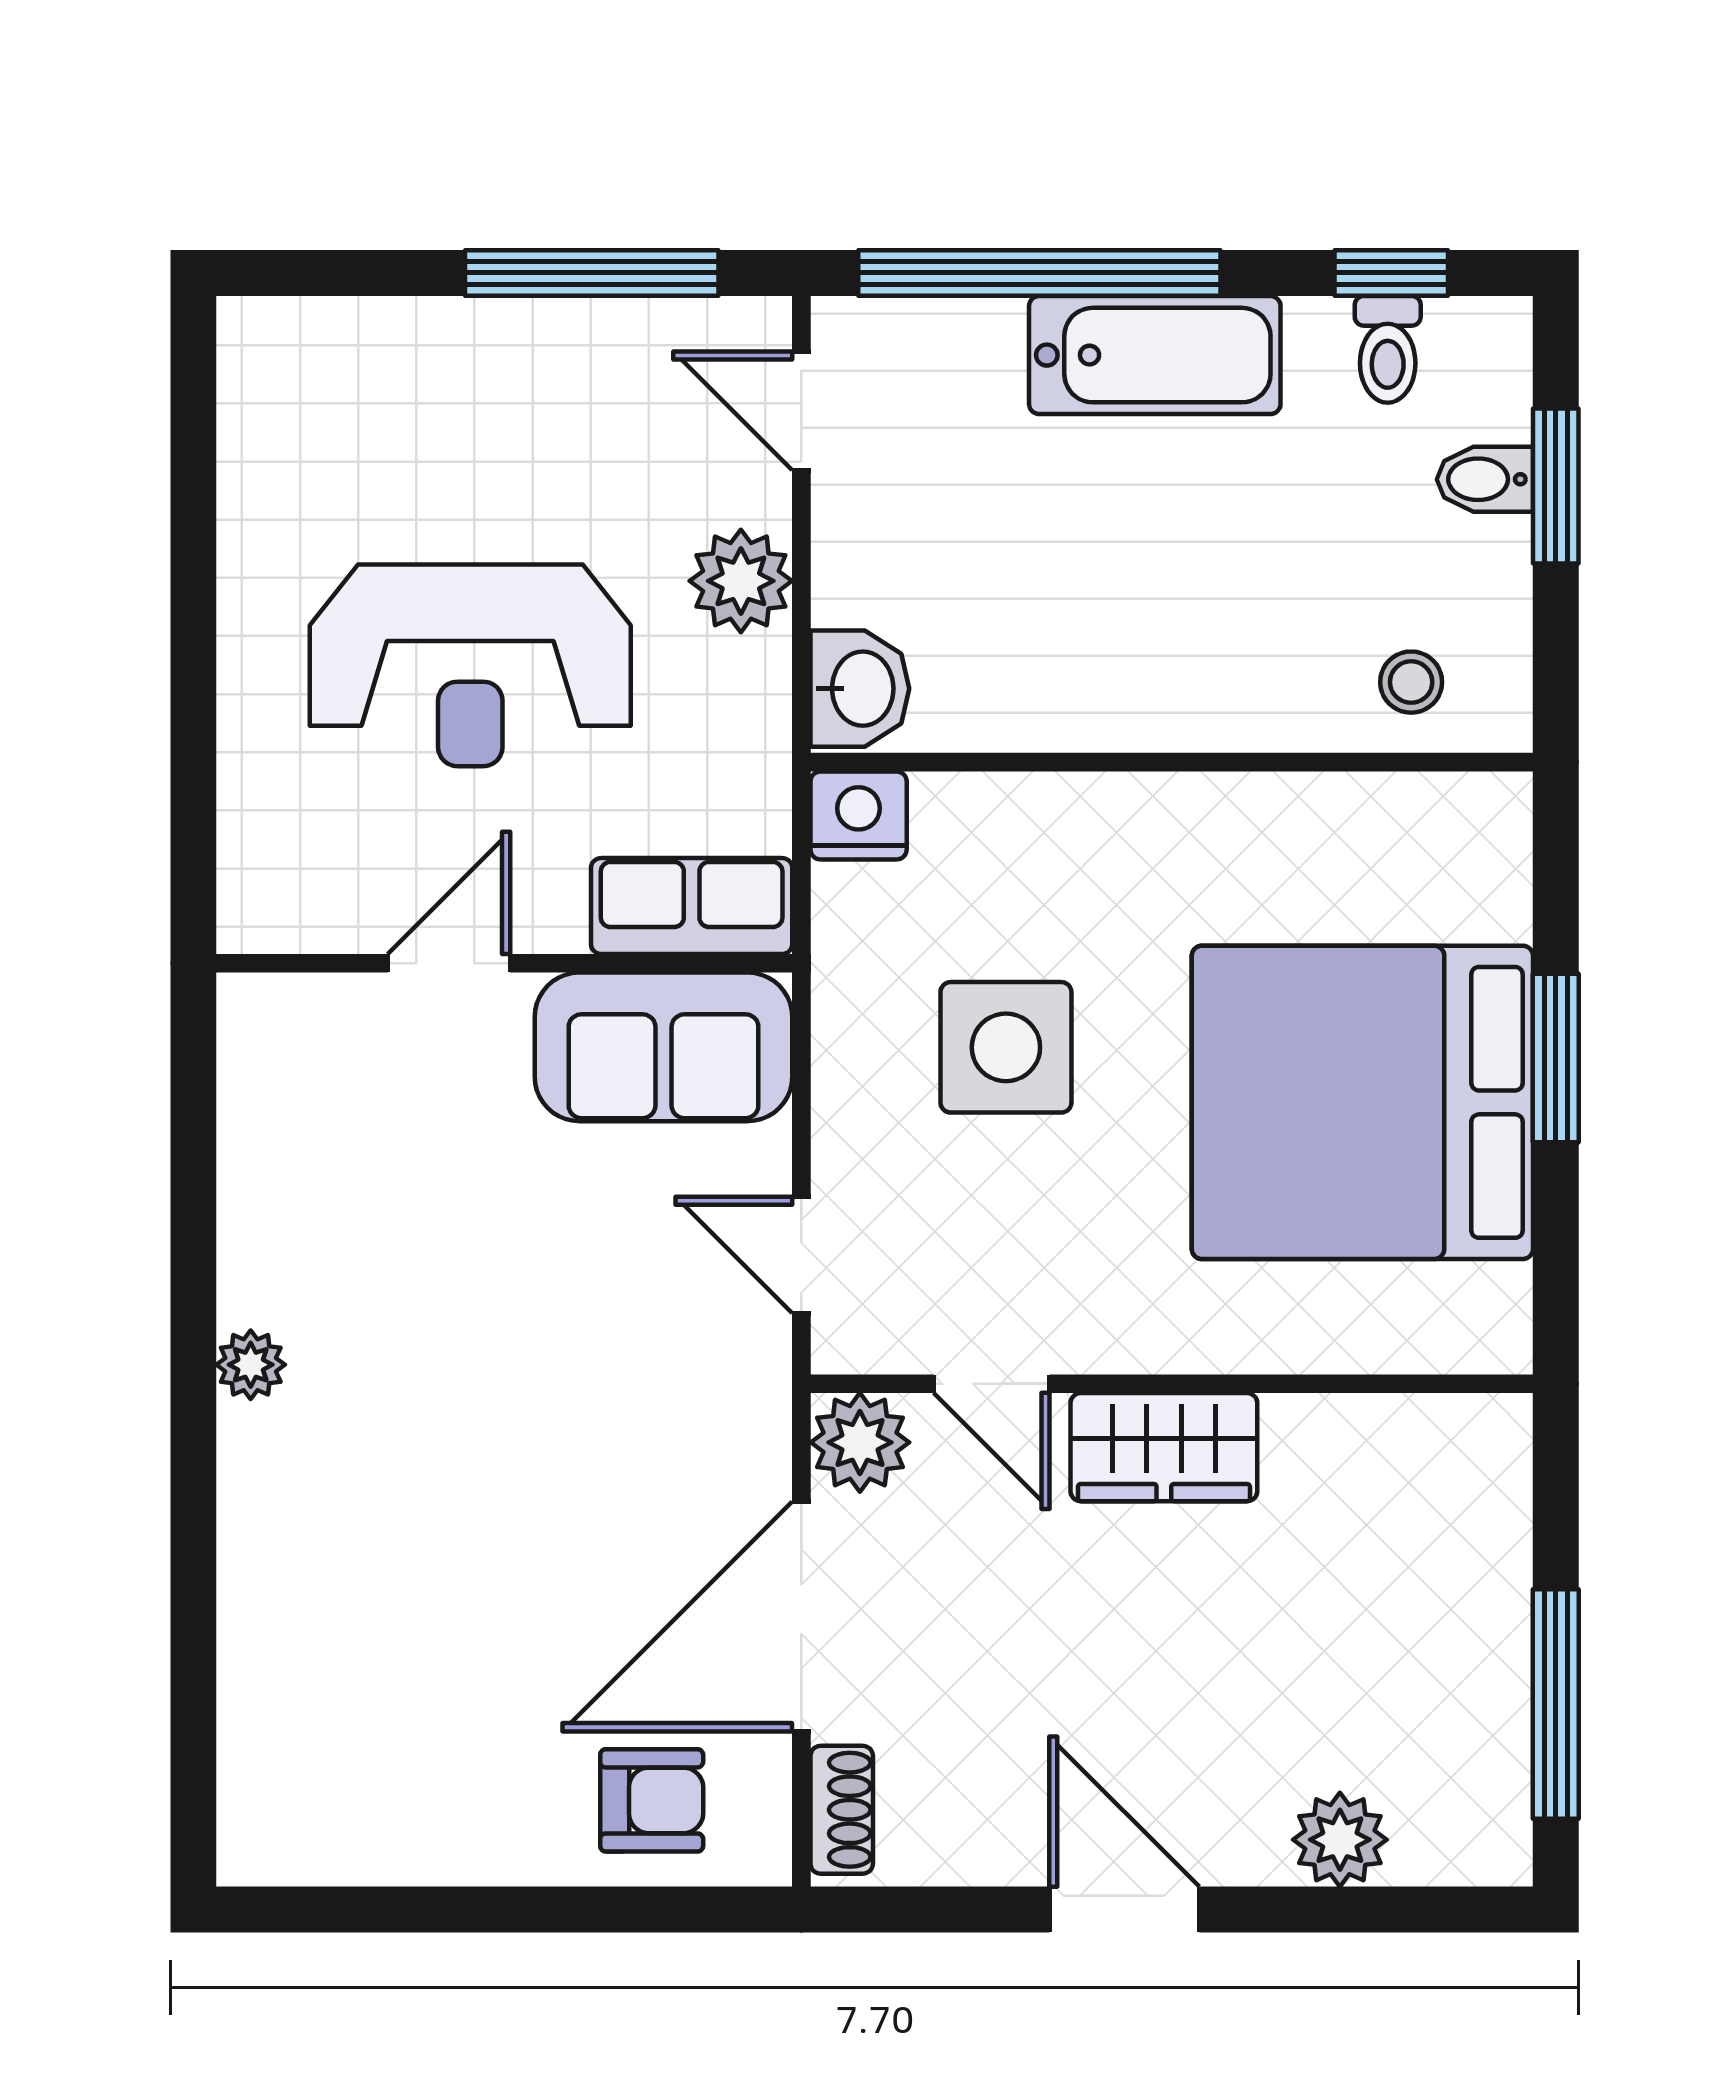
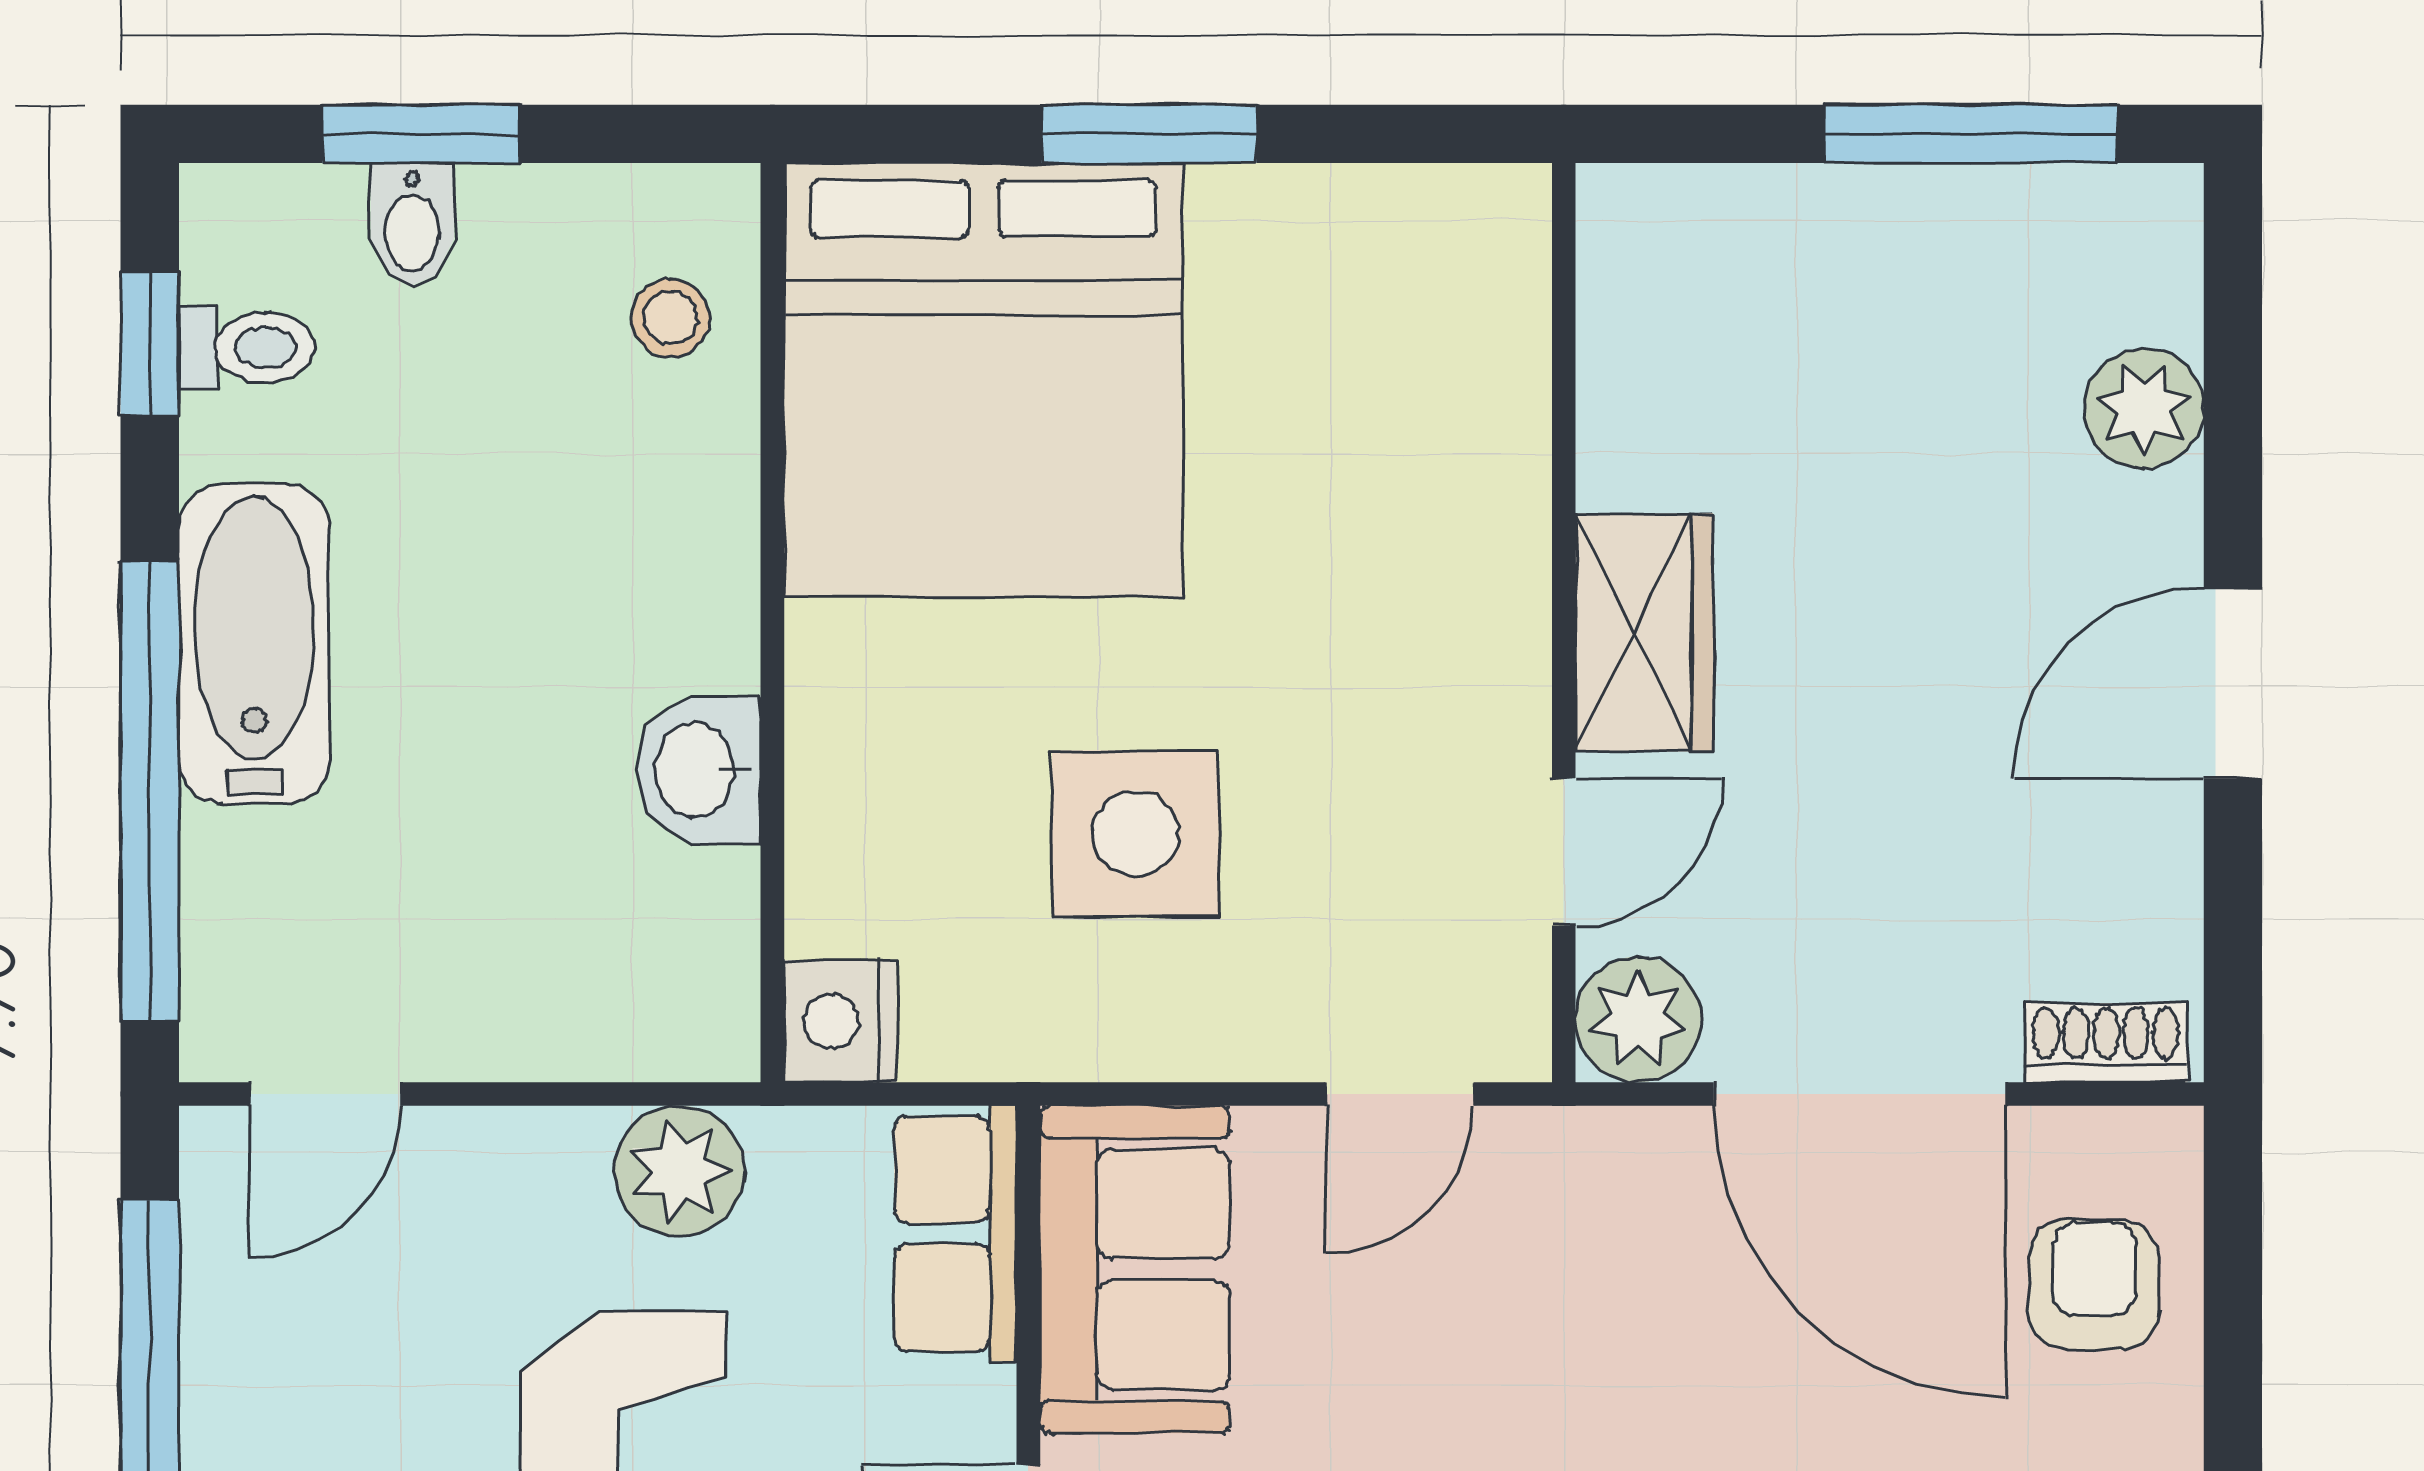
plant: (741, 581) -> (679, 1171), moved
washbasin: (860, 689) -> (698, 770), moved, turned -90
bed: (1362, 1102) -> (984, 380), moved

